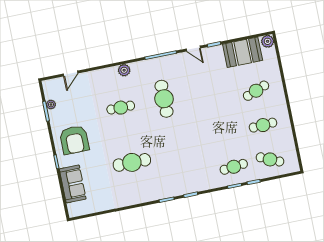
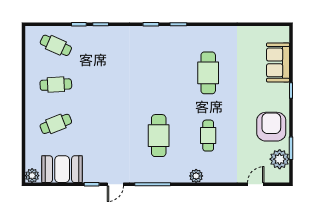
door: (193, 49) -> (115, 184), swing flipped
plant: (51, 105) -> (280, 159), width x1.88, depth x1.88
cafe table: (121, 108) -> (208, 136), turned 90
armchair: (74, 140) -> (271, 127), moved
cafe table: (132, 162) -> (208, 73), turned 90
cafe table: (234, 167) -> (97, 45), removed

